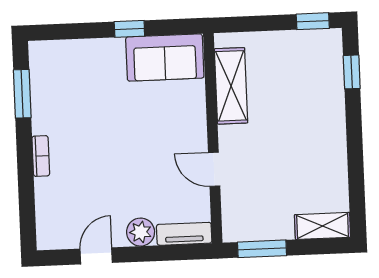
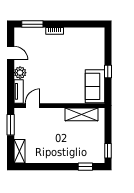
window: (22, 94) -> (32, 24), moved
door: (214, 169) -> (33, 106), moved

